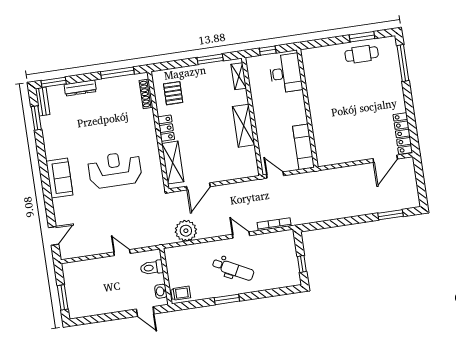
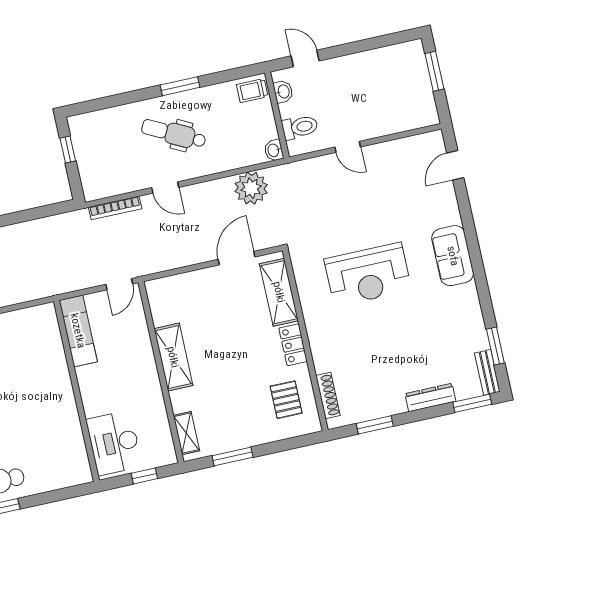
window: (117, 73) -> (375, 425), width x0.69
door: (275, 175) -> (119, 284), hinge flipped
washbasin: (170, 254) -> (274, 150), added

